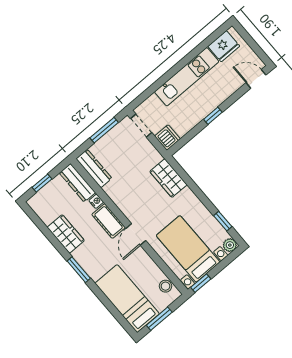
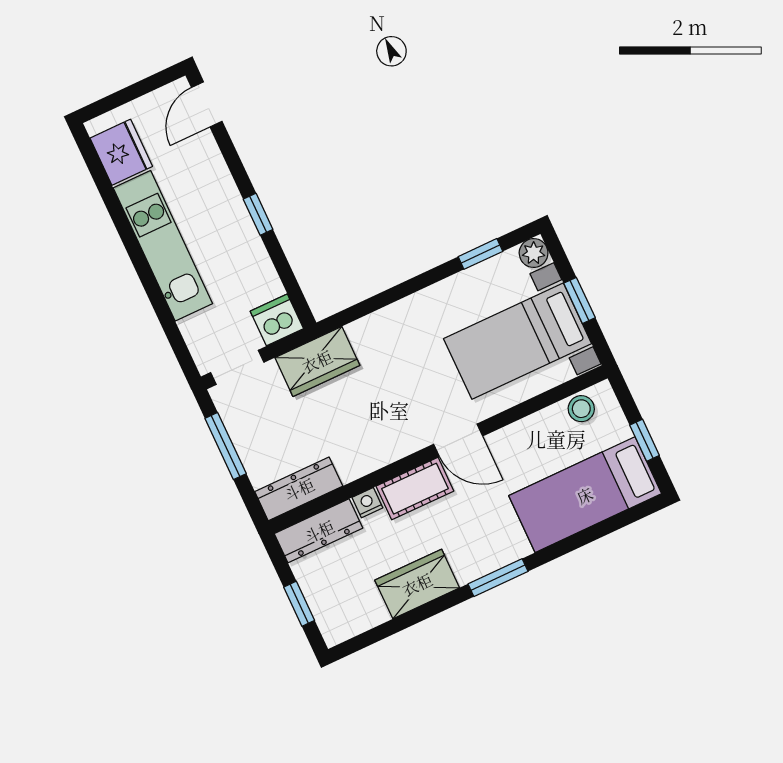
wardrobe: (168, 178) -> (317, 361), moved
window: (201, 283) -> (579, 300), moved
window: (159, 319) -> (645, 440), width x0.67

